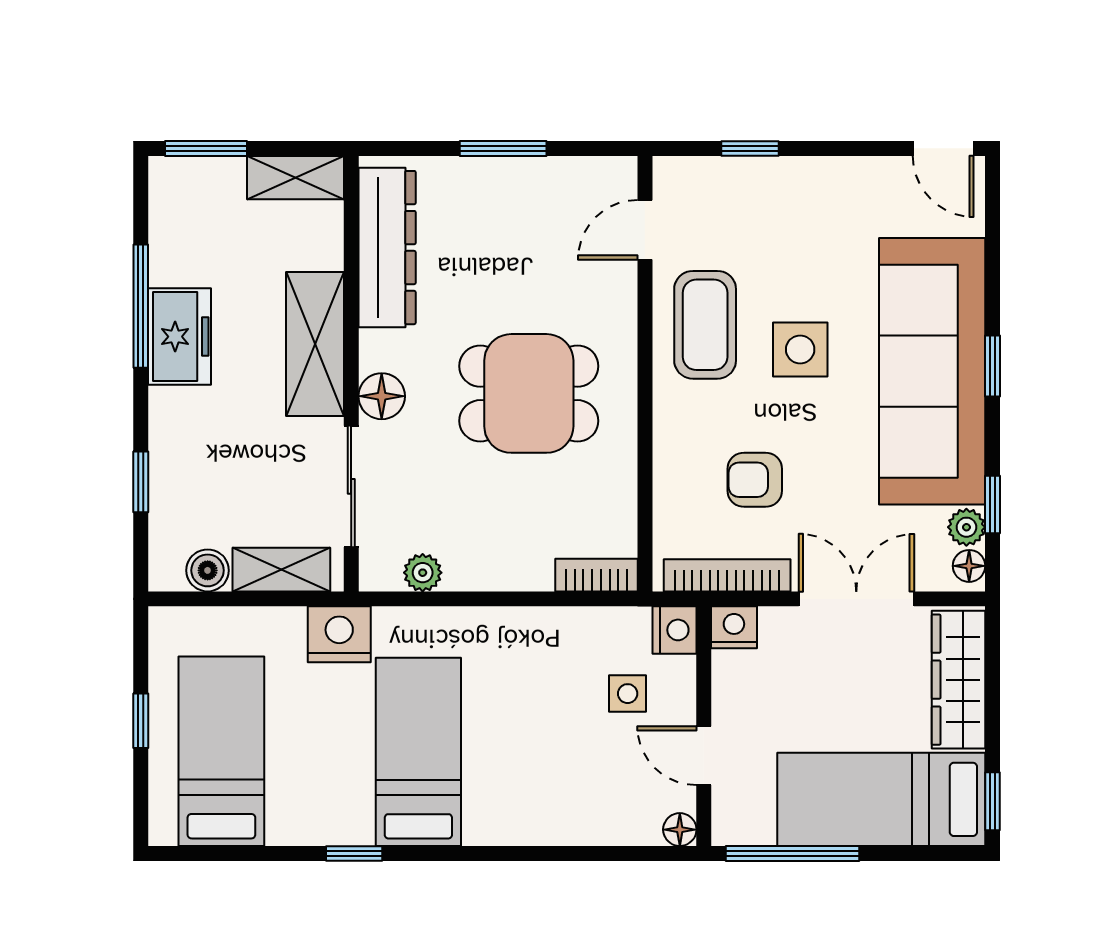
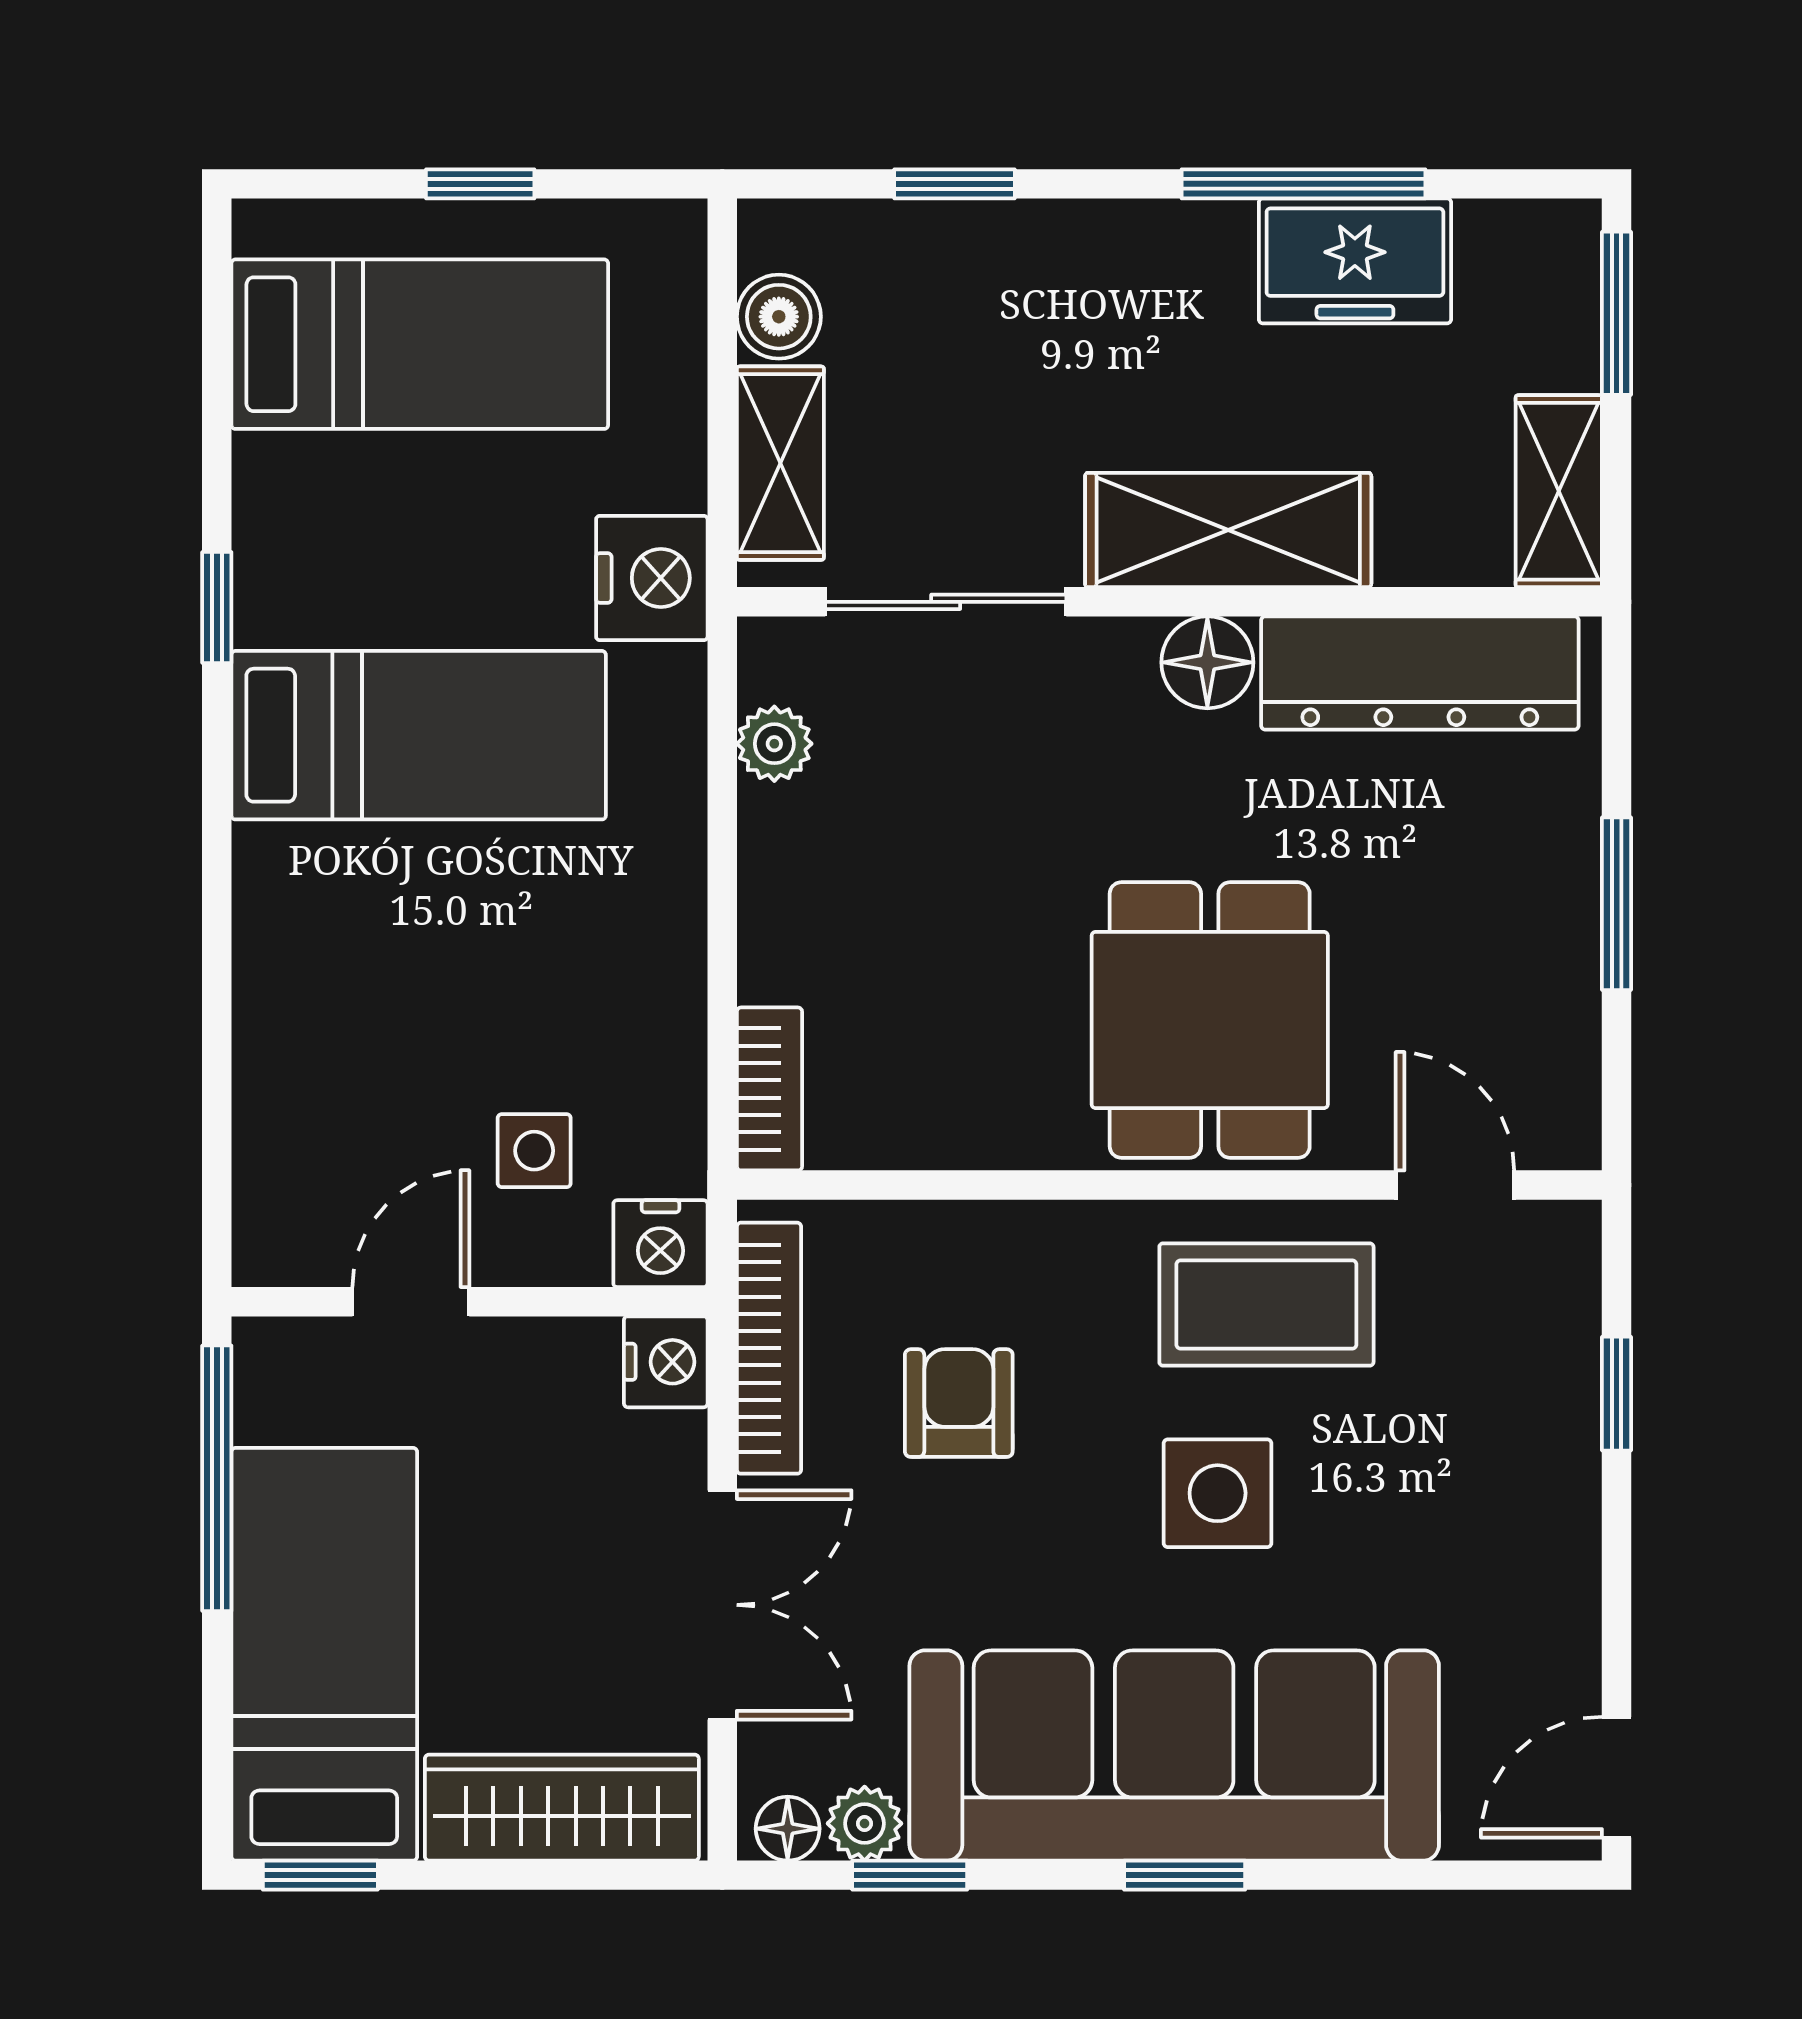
freezer: (179, 337) -> (1355, 261), moved
dining table: (529, 393) -> (1210, 1020), moved
floor lamp: (382, 396) -> (1207, 662), moved
floor lamp: (680, 830) -> (264, 1254), removed

